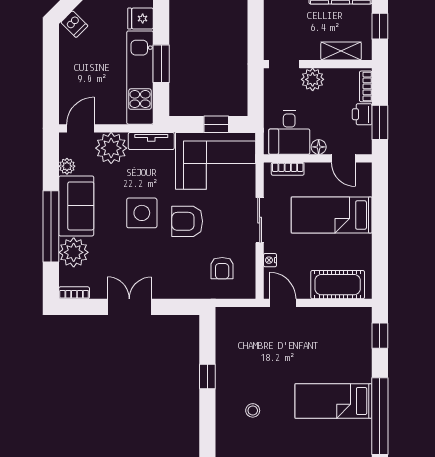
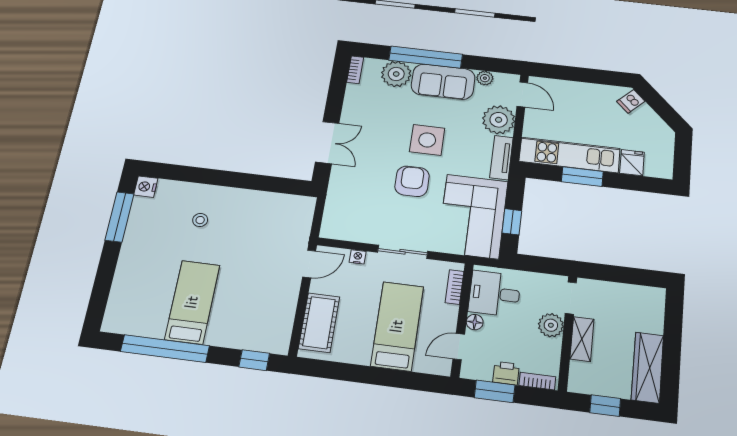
shelving: (341, 51) -> (582, 339), moved
armchair: (222, 268) -> (357, 209), removed
double door: (129, 307) -> (327, 143), moved
window: (207, 376) -> (245, 181), removed

